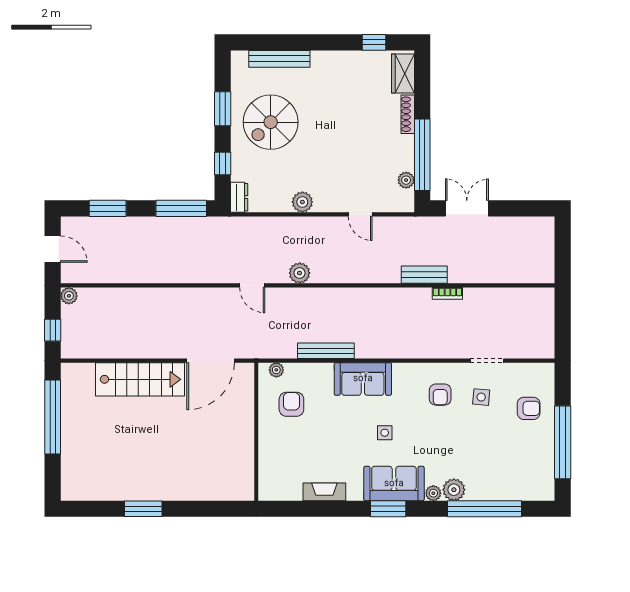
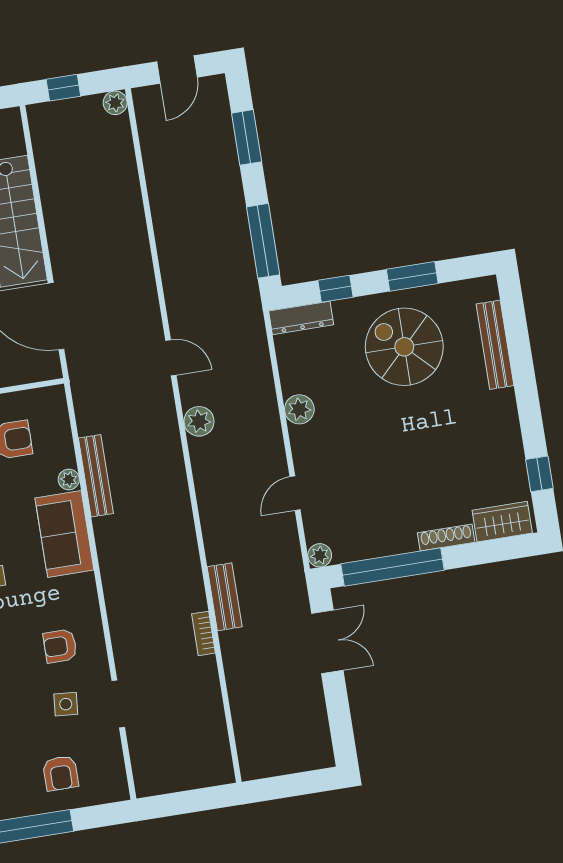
plant: (406, 180) -> (320, 555), moved
dresser: (239, 197) -> (301, 318), width x1.44
door: (252, 285) -> (171, 358), swing flipped
plant: (276, 370) -> (69, 479), moved

